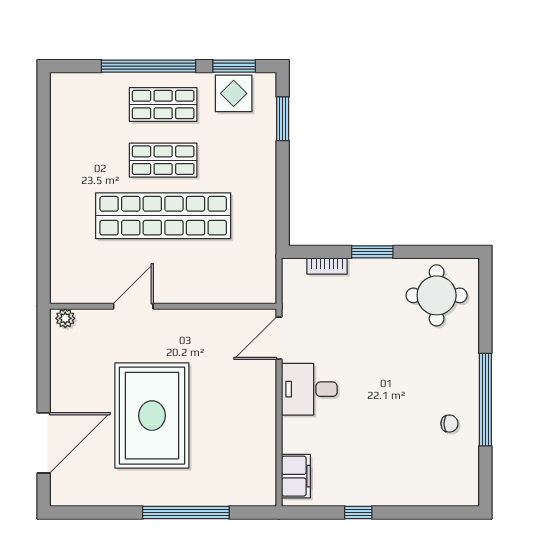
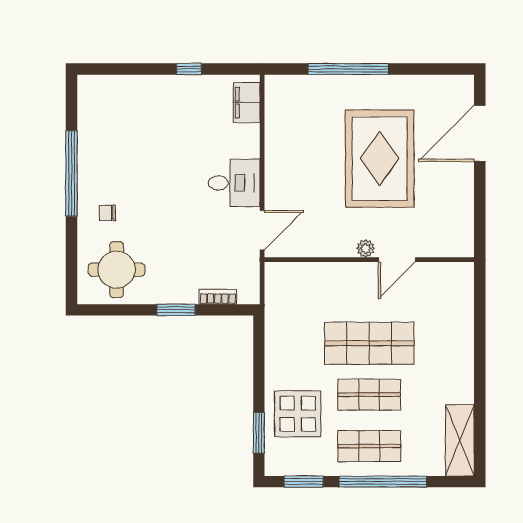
display table: (234, 93) -> (298, 414), moved, width x1.36, depth x1.36
shelving: (65, 111) -> (460, 440), added
shop shelf: (163, 216) -> (369, 343), width x0.71
plant: (65, 318) -> (366, 248), moved
chair: (449, 424) -> (107, 213), moved

